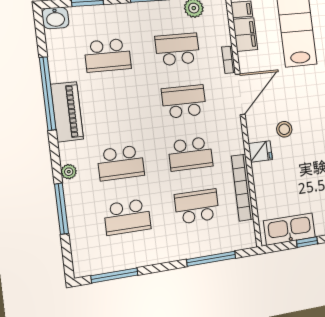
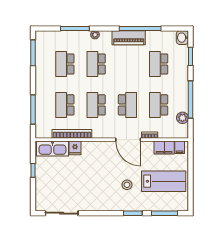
school desk: (177, 49) -> (159, 105), turned 180
stool: (284, 129) -> (127, 185), moved
fridge: (260, 152) -> (75, 148), moved
school desk: (197, 206) -> (65, 105), turned 180
kitchen sink: (289, 229) -> (52, 149), moved, turned 90

